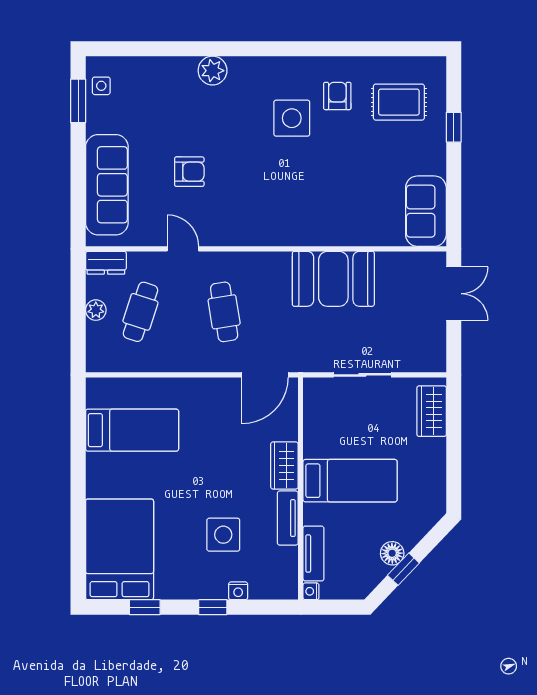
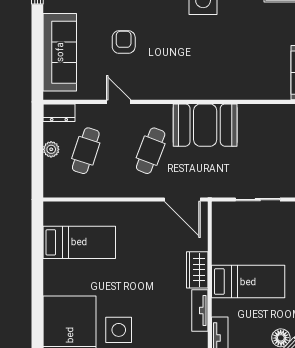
armchair: (189, 172) -> (124, 42), turned -90
booth: (333, 279) -> (205, 125), moved
cafe table: (224, 312) -> (151, 151), turned 30
door: (265, 375) -> (182, 200), hinge flipped
side table: (223, 535) -> (119, 330), moved

